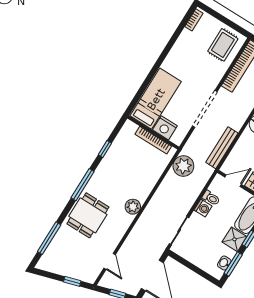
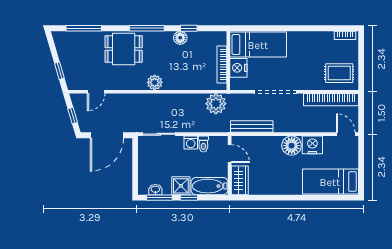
floor lamp: (108, 161) -> (180, 38), added

